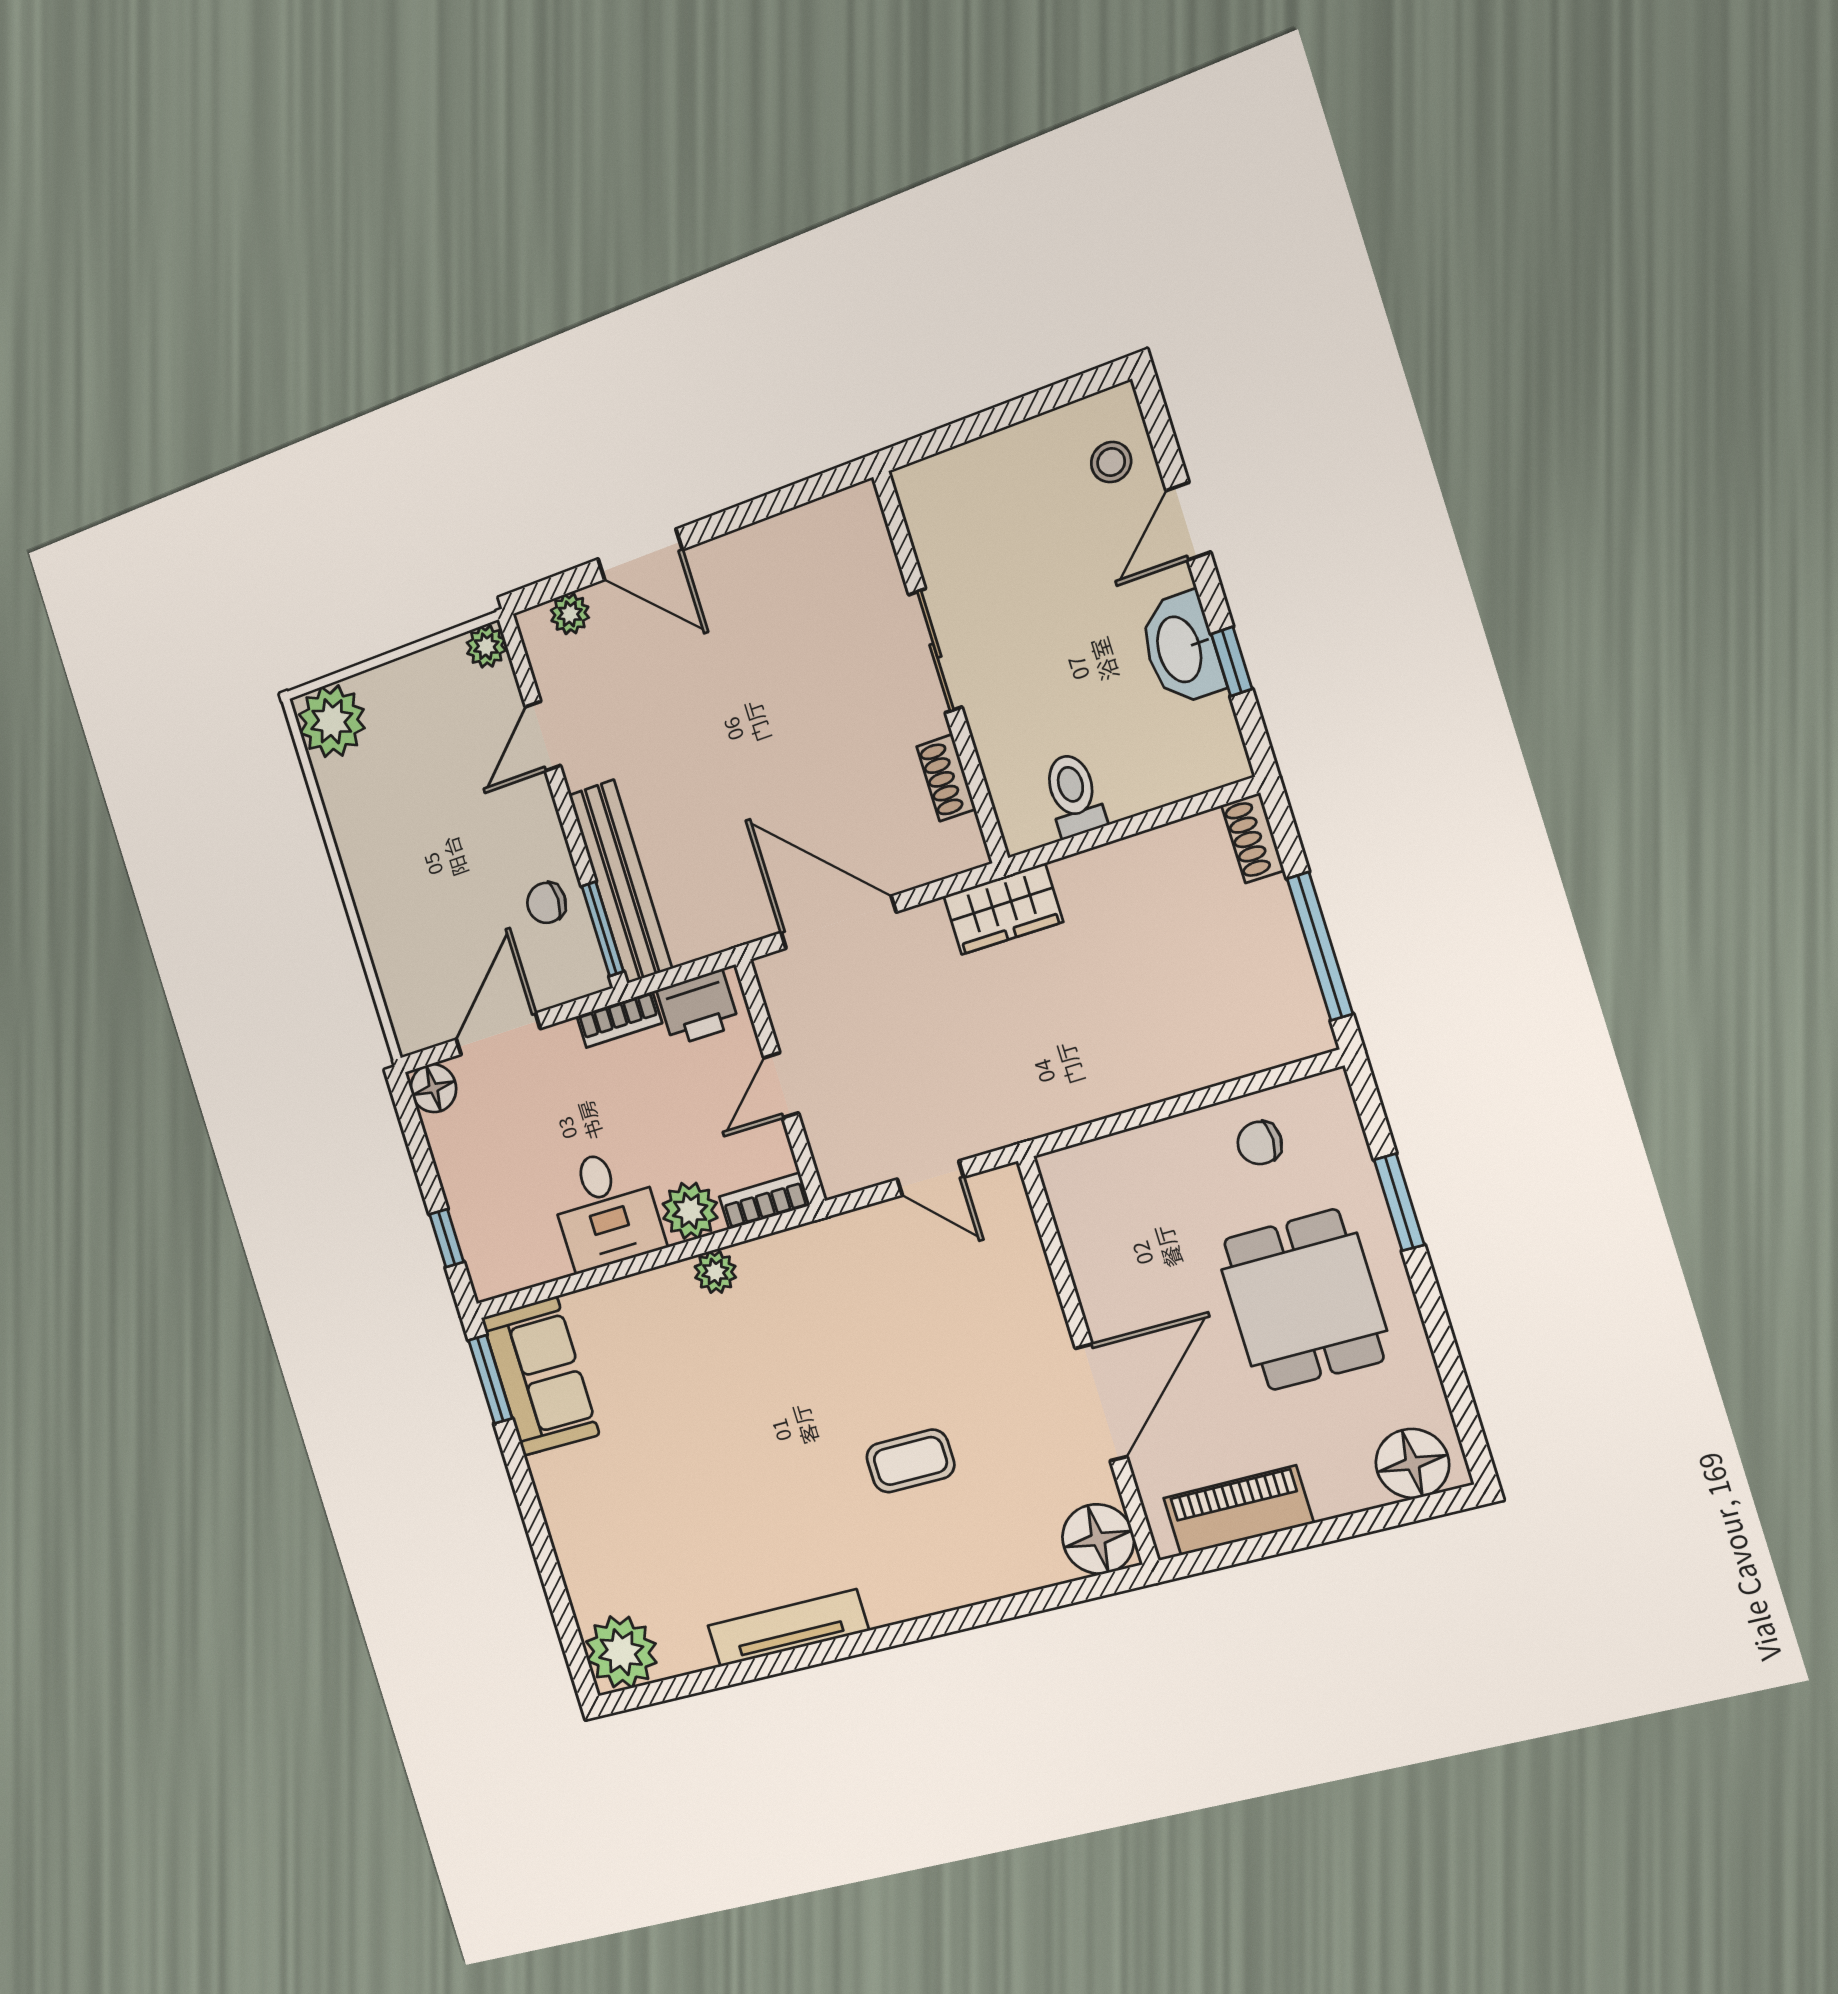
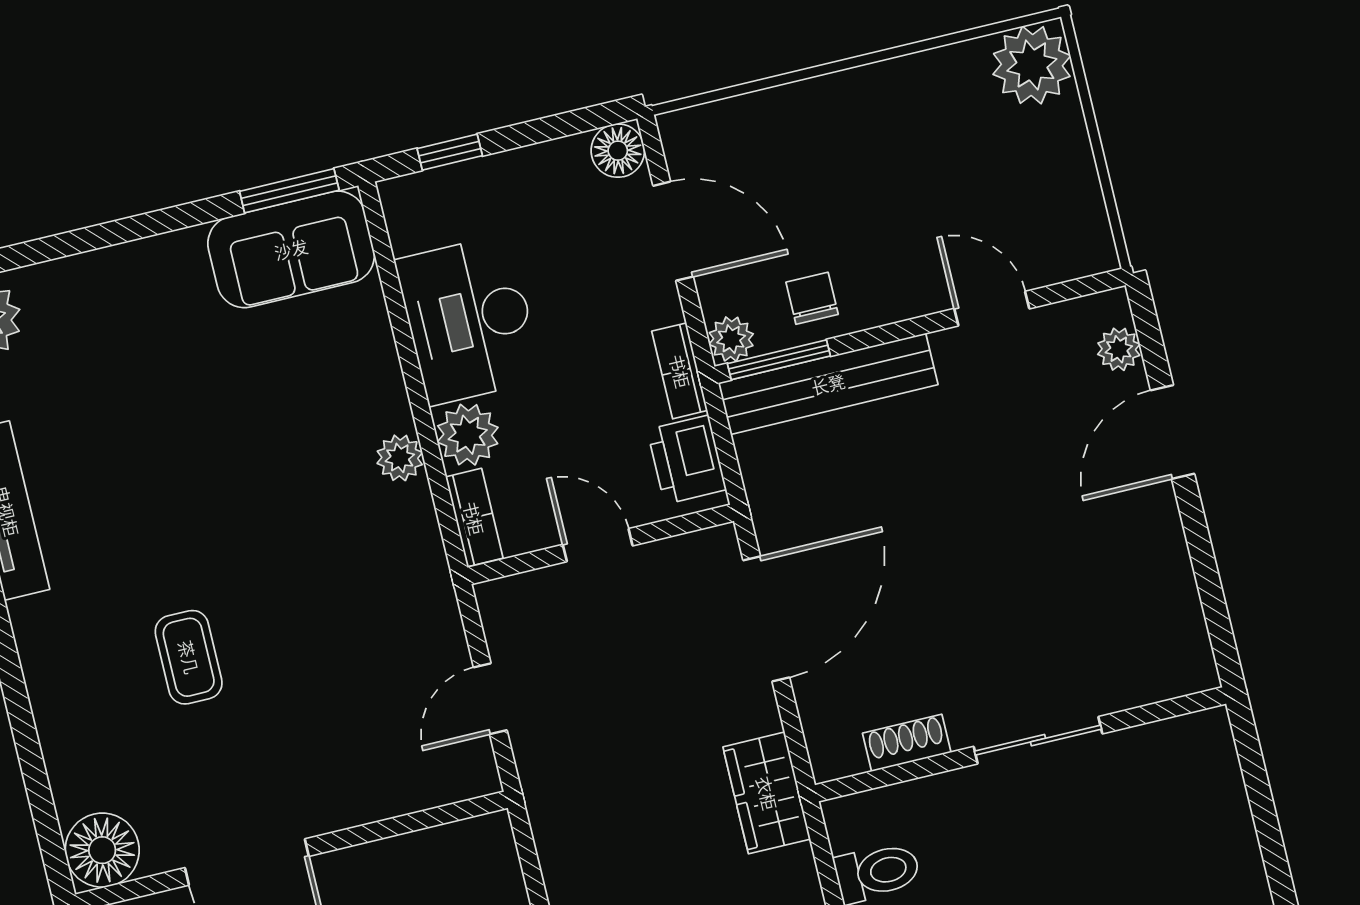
plant: (486, 646) -> (731, 339), moved
desk: (606, 1209) -> (469, 320), width x1.37

